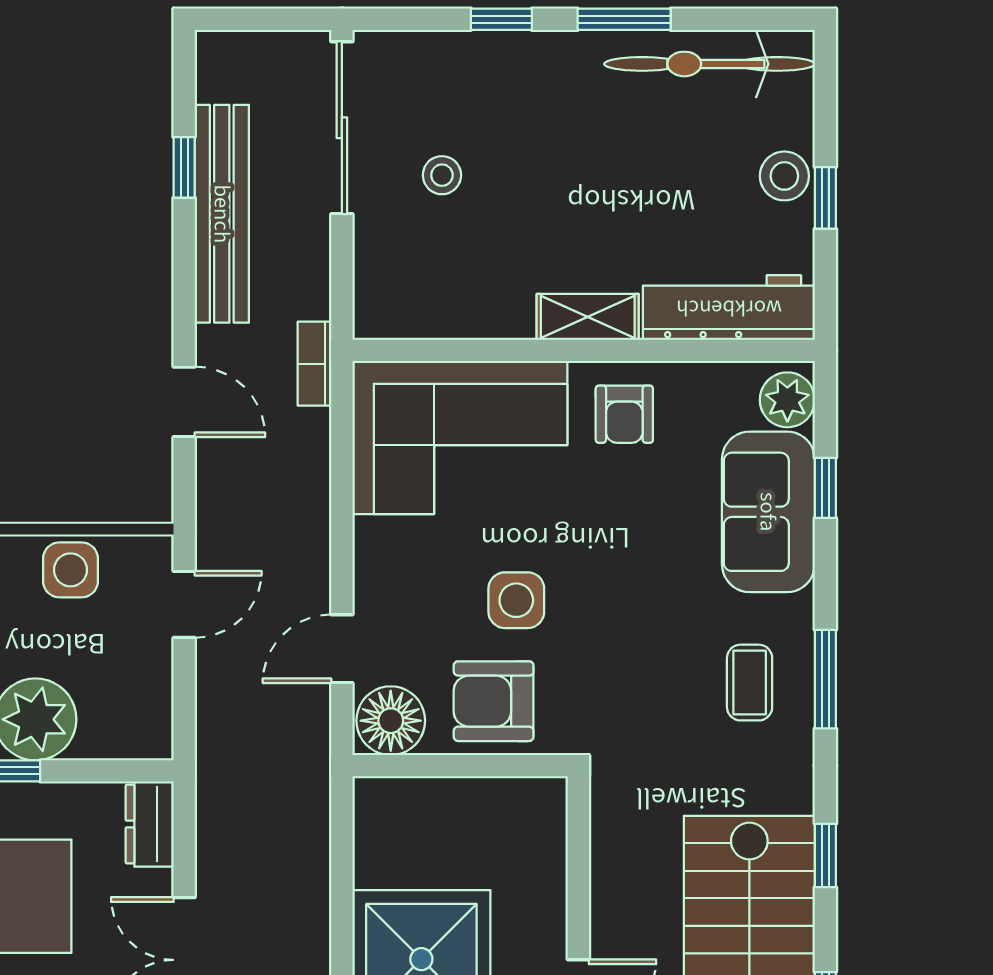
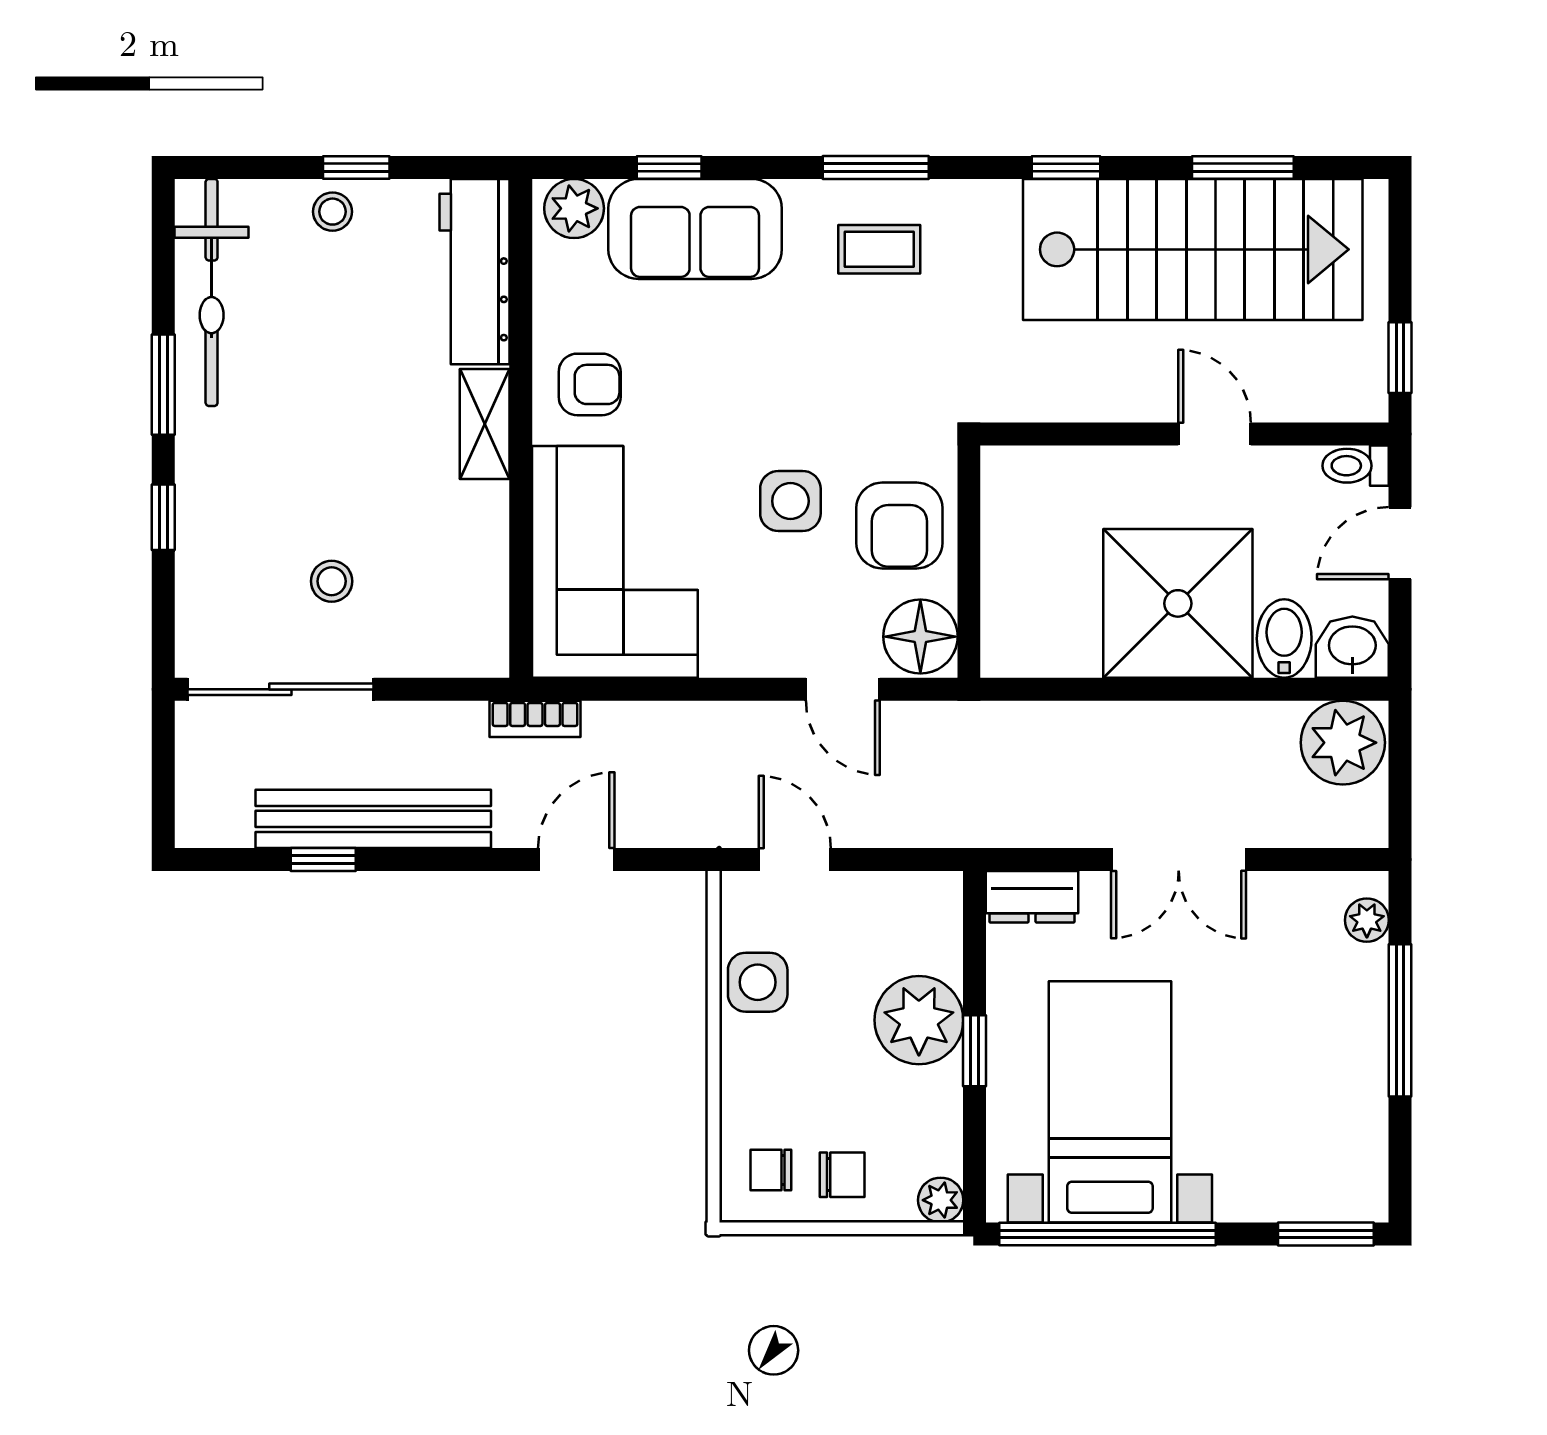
stool: (784, 176) -> (332, 212), width x0.73, depth x0.73

